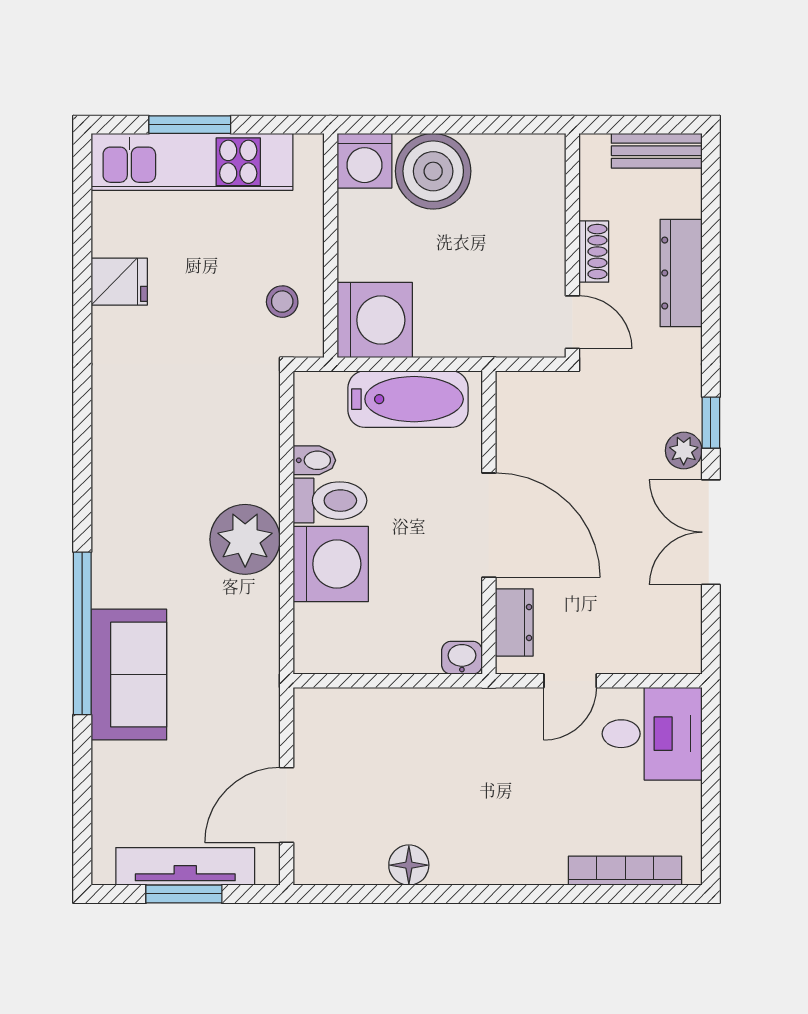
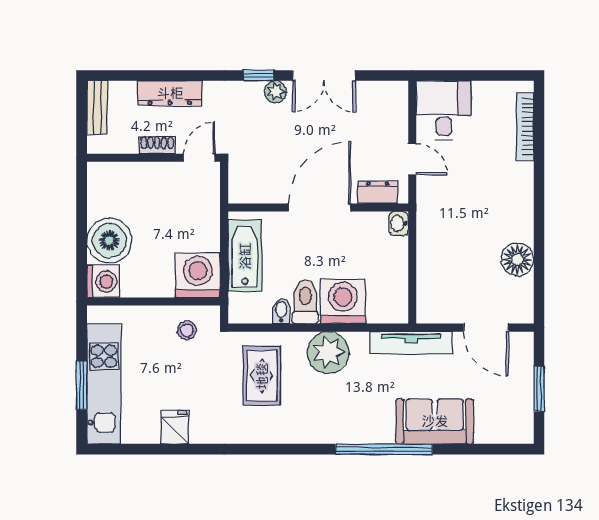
rug: (206, 428) -> (262, 376), added
sofa: (129, 675) -> (435, 421), moved
floor lamp: (409, 865) -> (517, 259), width x1.38, depth x1.38
tv unit: (185, 866) -> (411, 343), moved, turned -90

